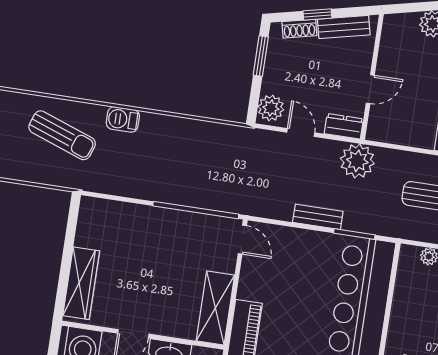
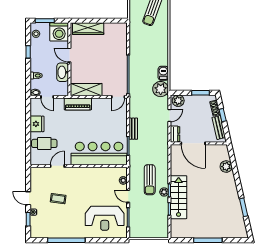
door: (370, 89) -> (193, 143), width x1.88
barbecue: (123, 119) -> (163, 73), moved
plant: (357, 161) -> (161, 89), moved

